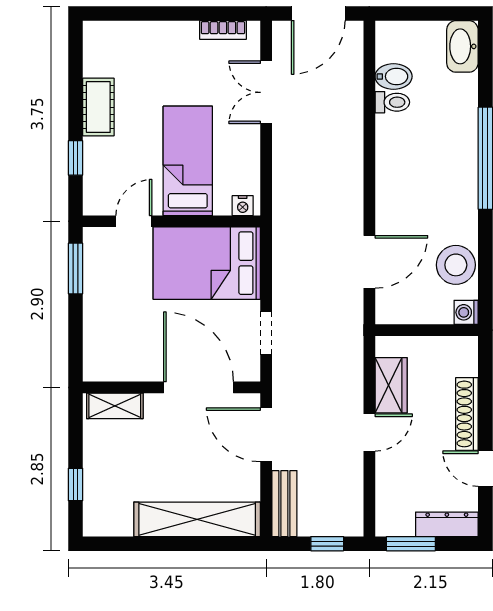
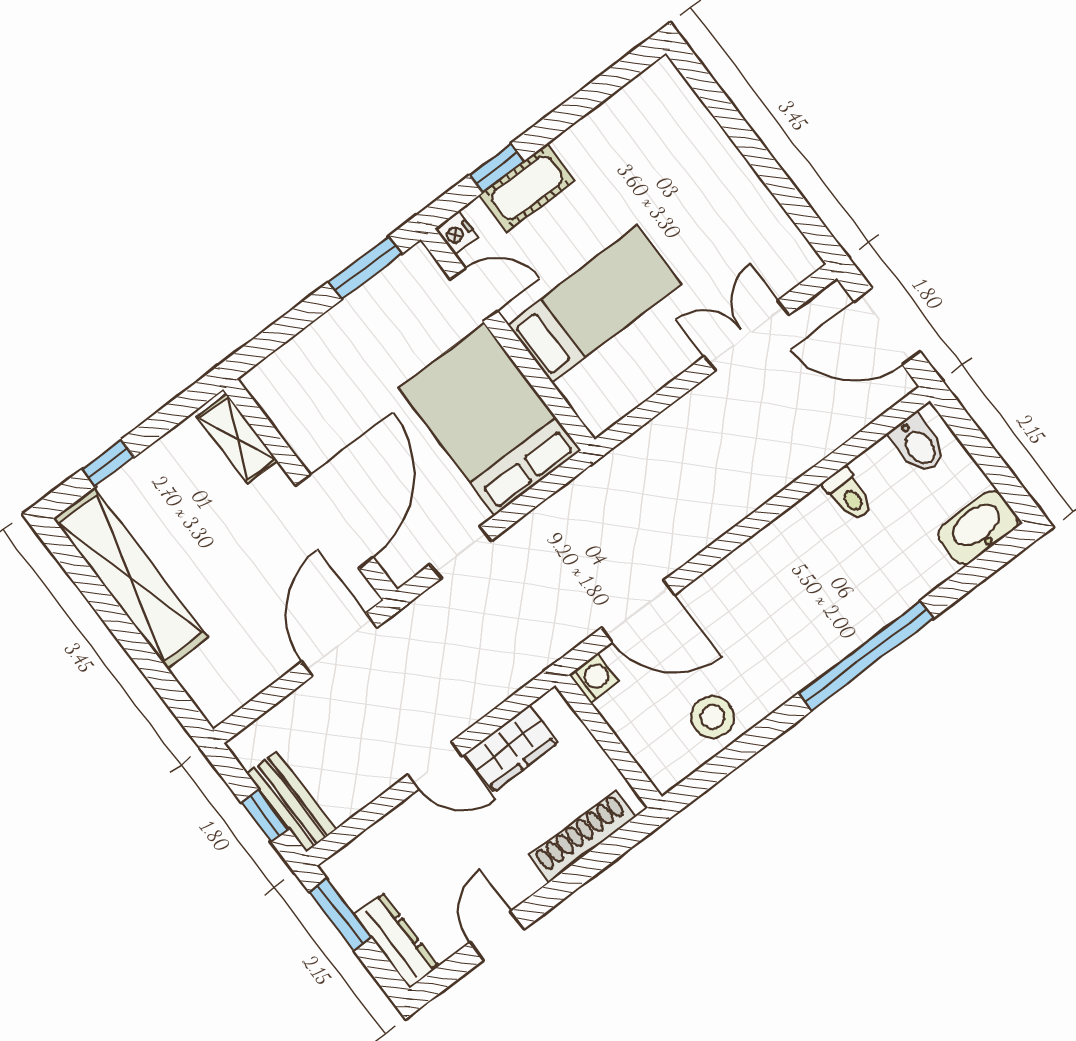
bookcase: (223, 30) -> (782, 228), removed
bidet: (394, 76) -> (918, 444), moved
cot: (98, 107) -> (527, 188), moved
nightstand: (243, 206) -> (457, 234), moved
stool: (456, 265) -> (712, 717), width x0.73, depth x0.73
washing machine: (466, 312) -> (594, 678), moved, turned 90
shoe rack: (467, 414) -> (582, 836), moved
bench: (284, 504) -> (292, 802), moved, turned 90
shelving: (197, 519) -> (130, 578), moved

